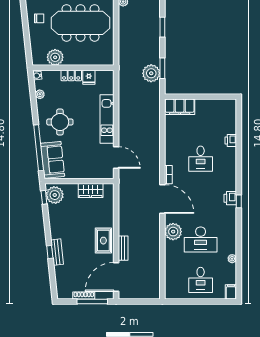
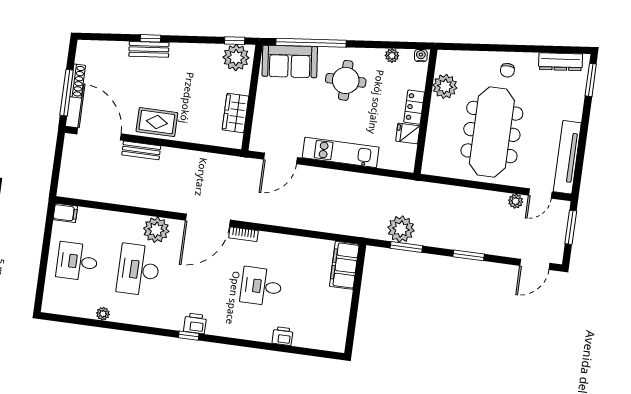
filing cabinet: (231, 292) -> (65, 213), moved

